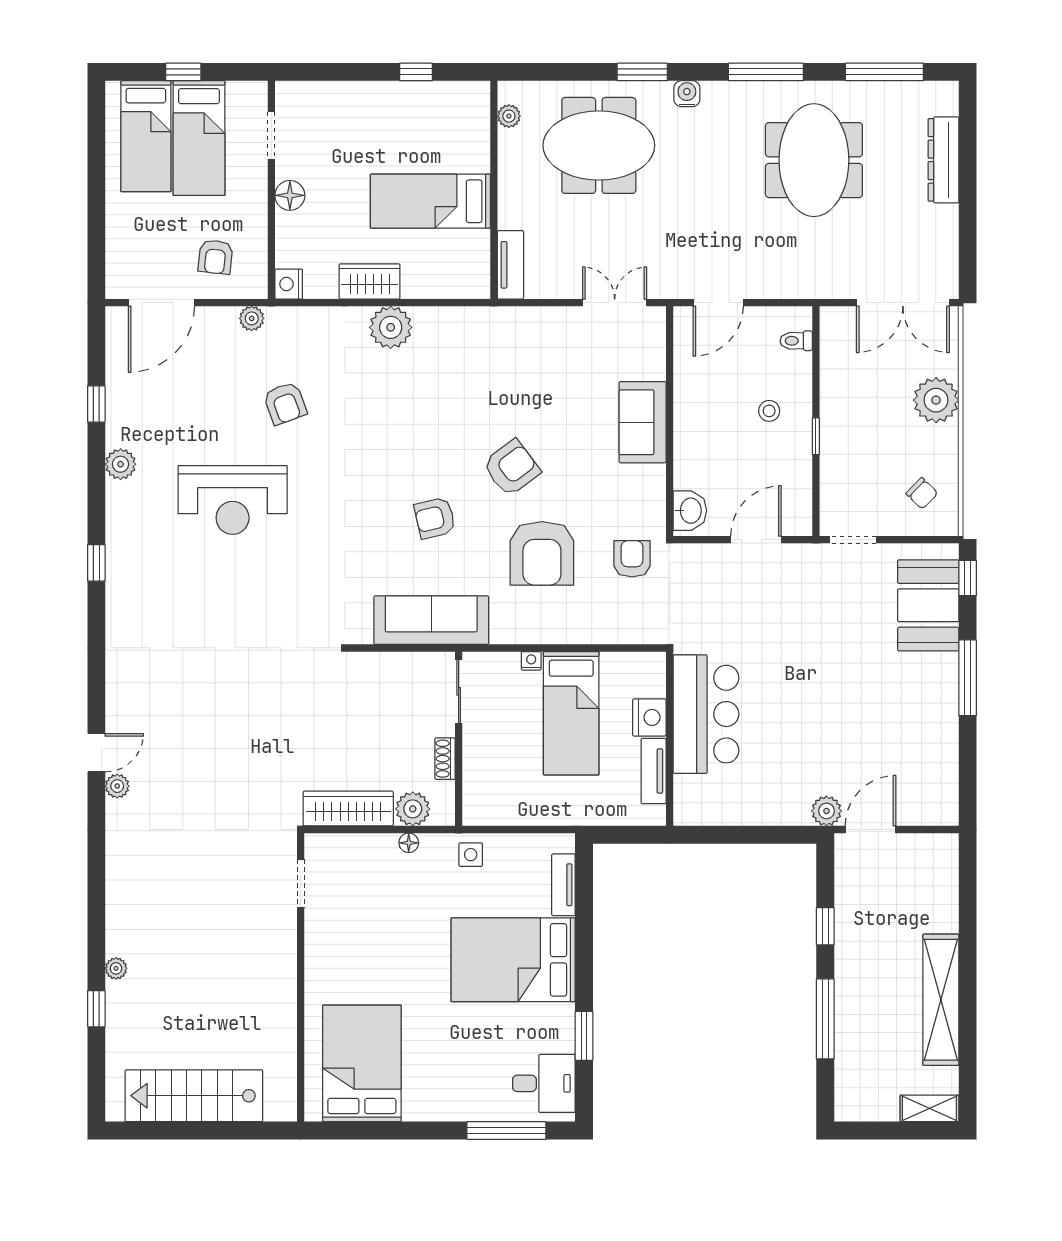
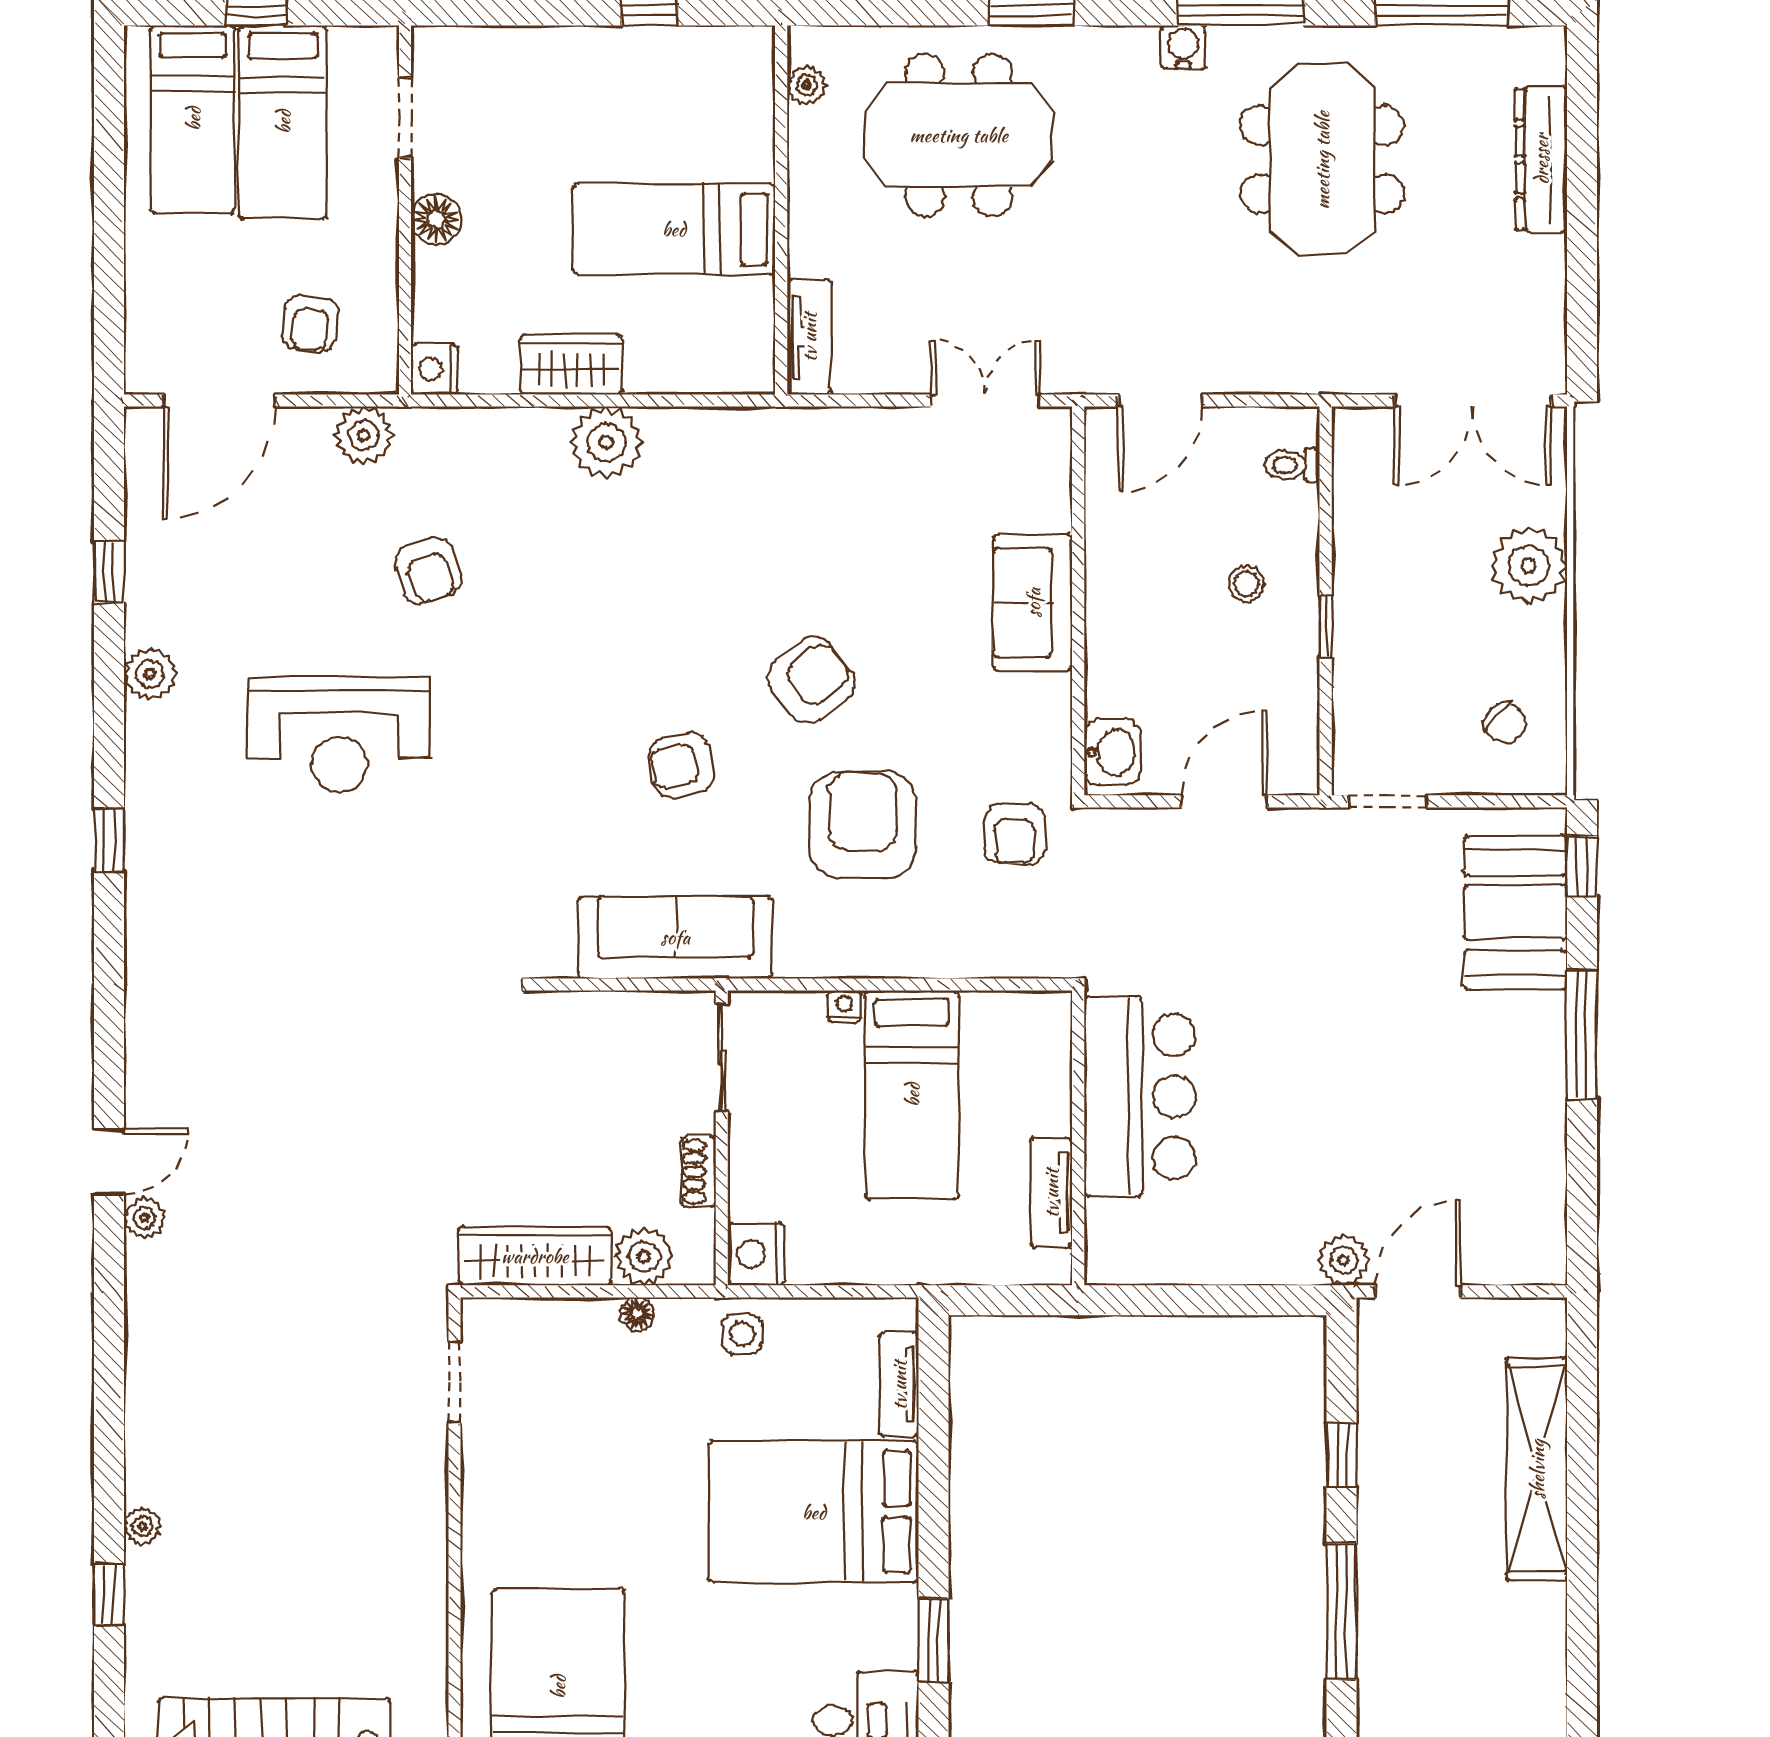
water cooler: (687, 94) -> (1183, 47), moved
plant: (252, 318) -> (364, 435), width x1.38, depth x1.38
armchair: (542, 553) -> (862, 824), turned 180
armchair: (632, 559) -> (1015, 834), turned 180
nightstand: (649, 717) -> (756, 1254), moved, turned 180
shelving: (941, 1000) -> (1537, 1469), moved

